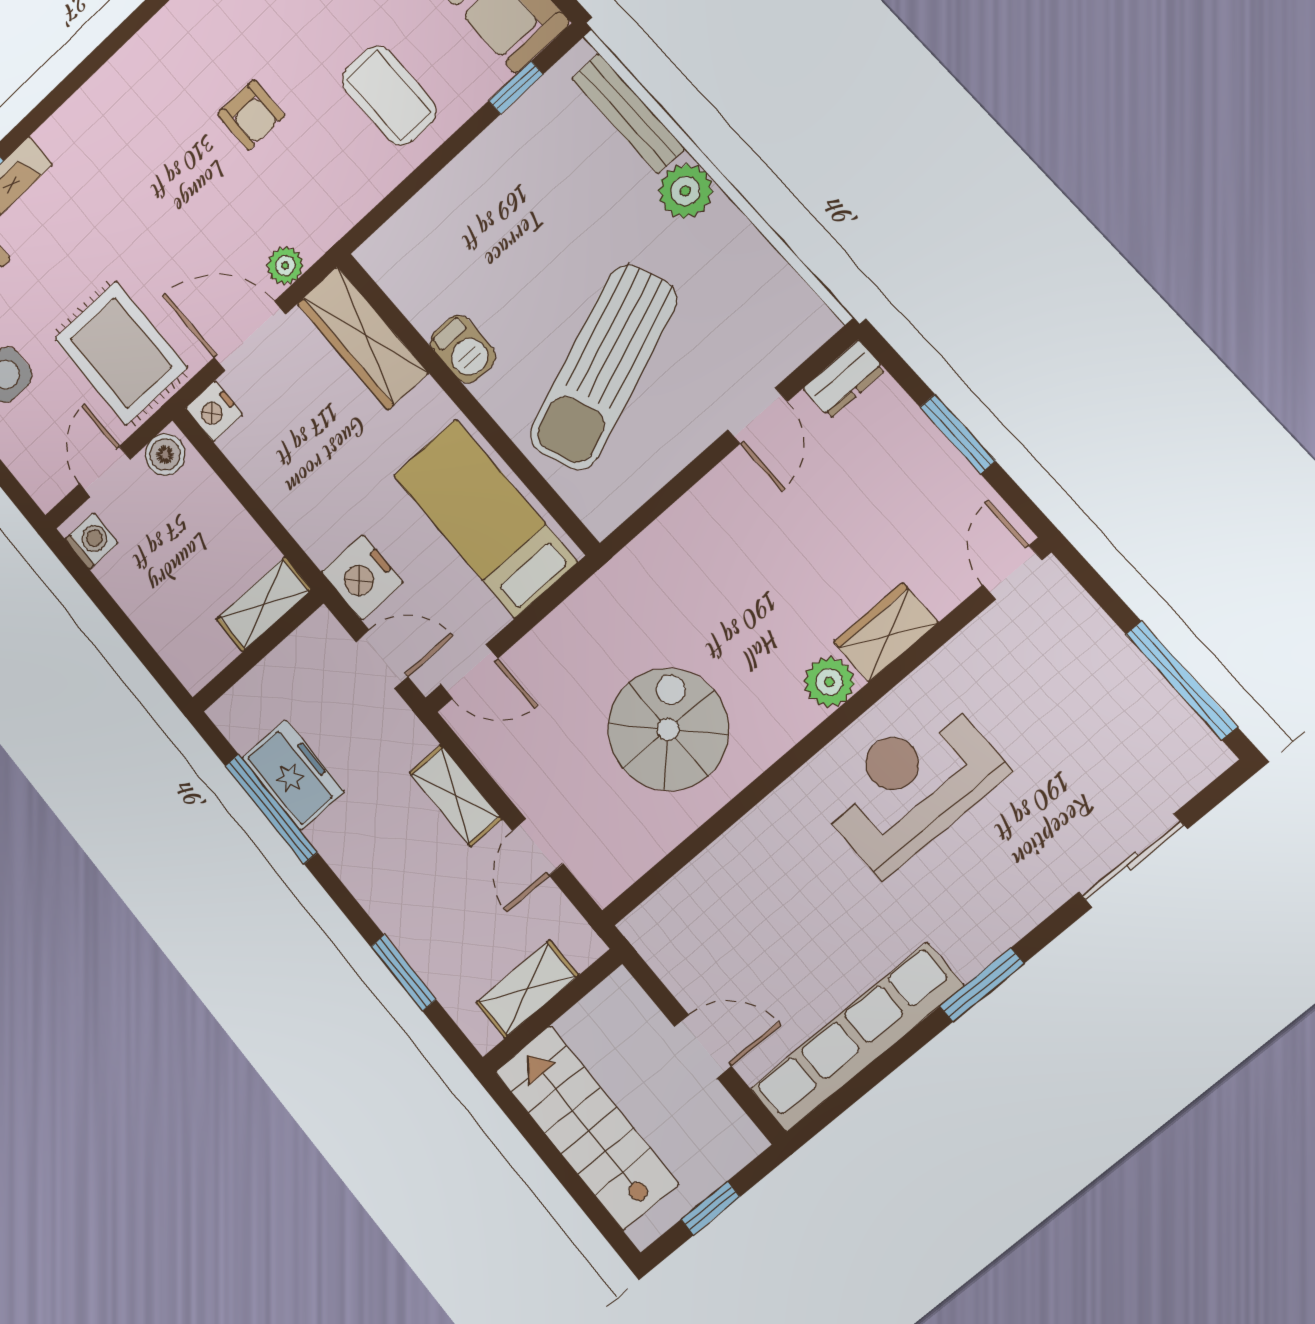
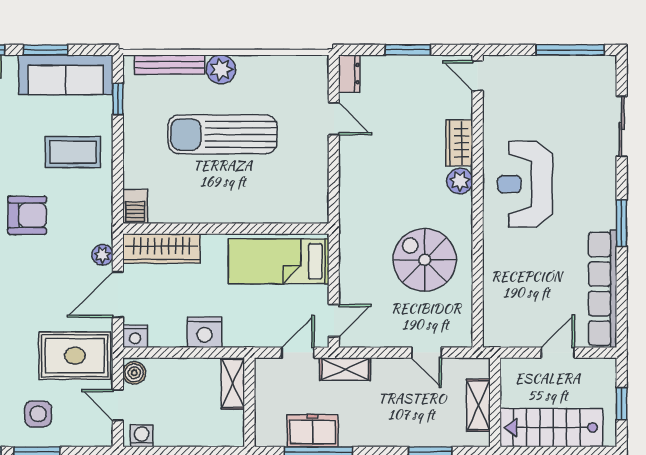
armchair: (251, 115) -> (27, 215), width x1.38, depth x1.38
barbecue: (463, 349) -> (135, 206), moved, turned 90
sun lounger: (603, 367) -> (222, 134), moved, turned 111
nightstand: (362, 577) -> (205, 332), moved
shelving: (456, 796) -> (345, 369), moved

